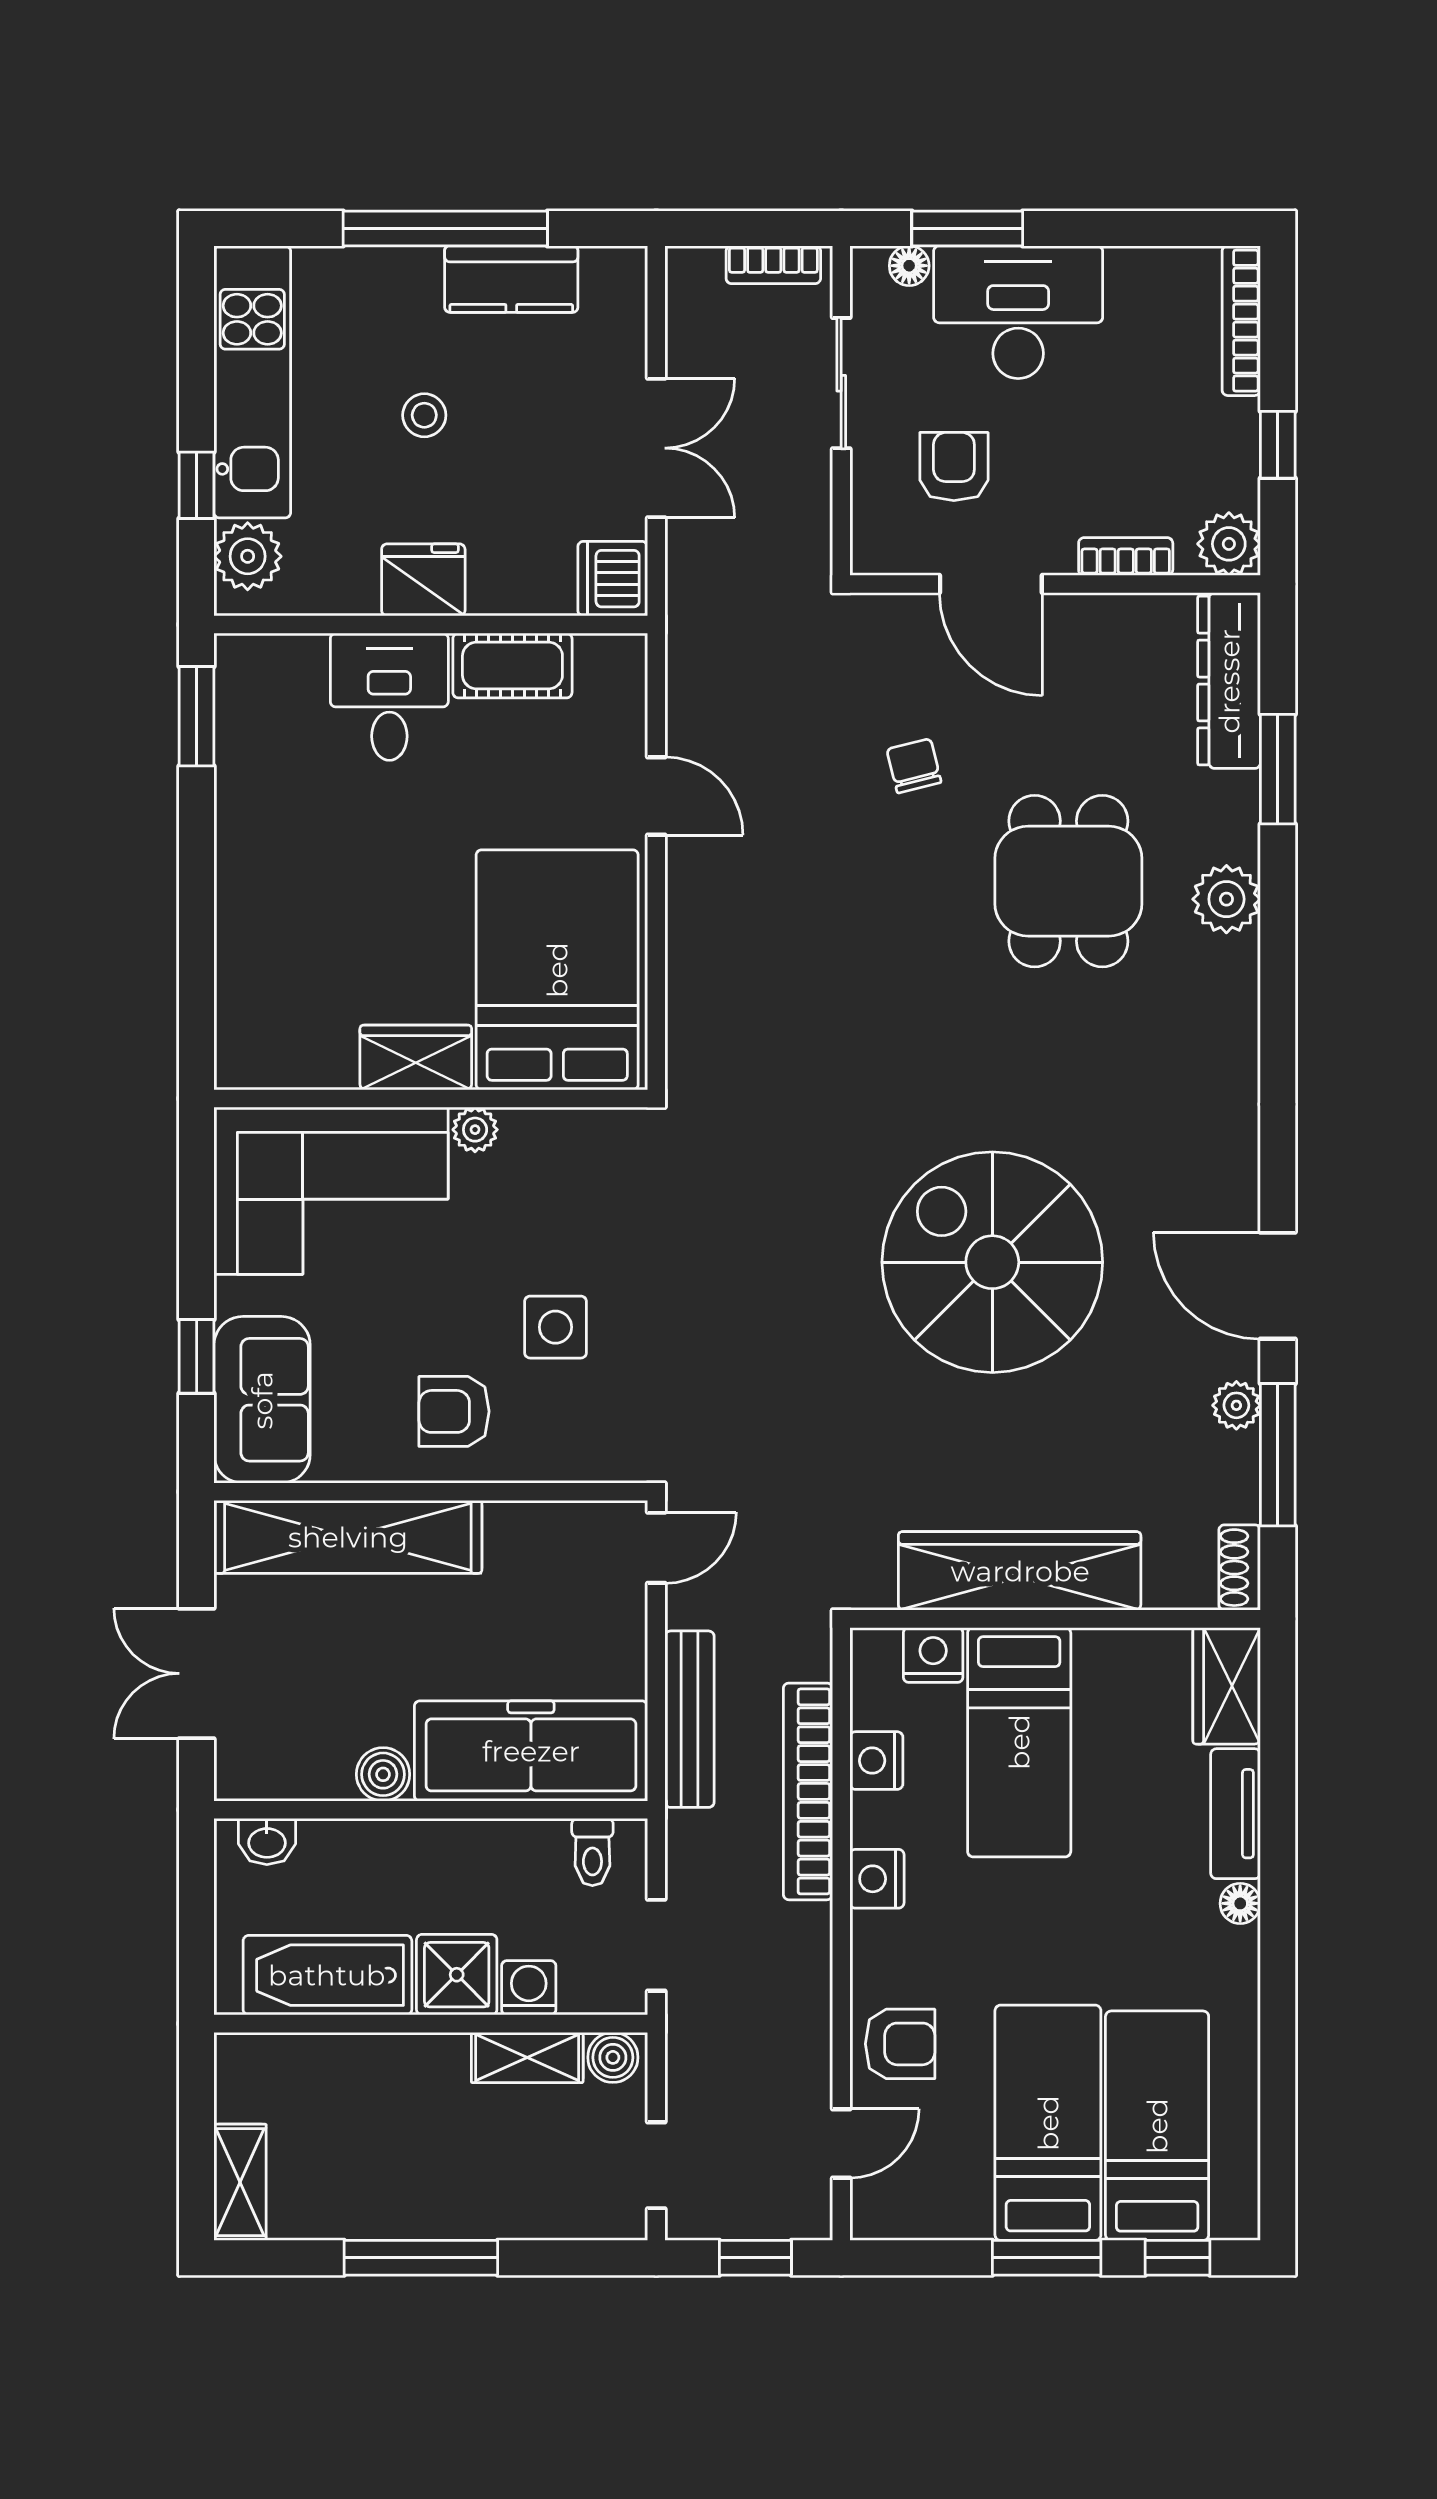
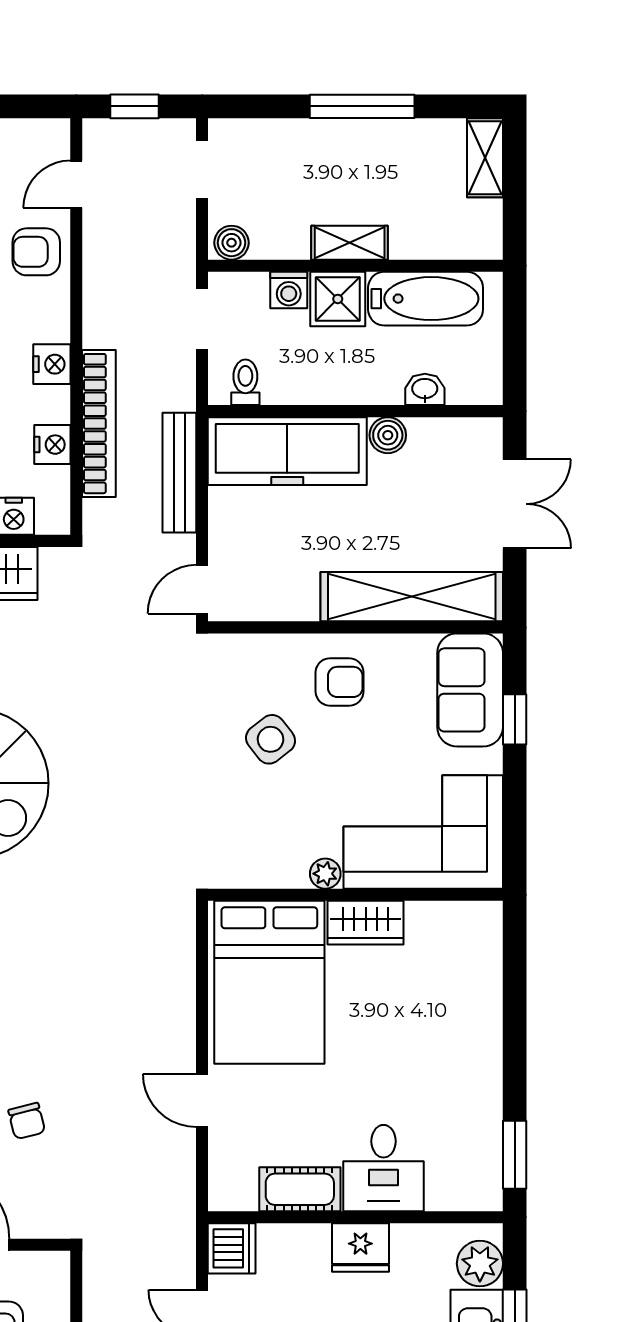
side table: (555, 1327) -> (271, 739), turned -38
washbasin: (267, 1842) -> (425, 389), moved
shelving: (527, 2057) -> (350, 243), moved

